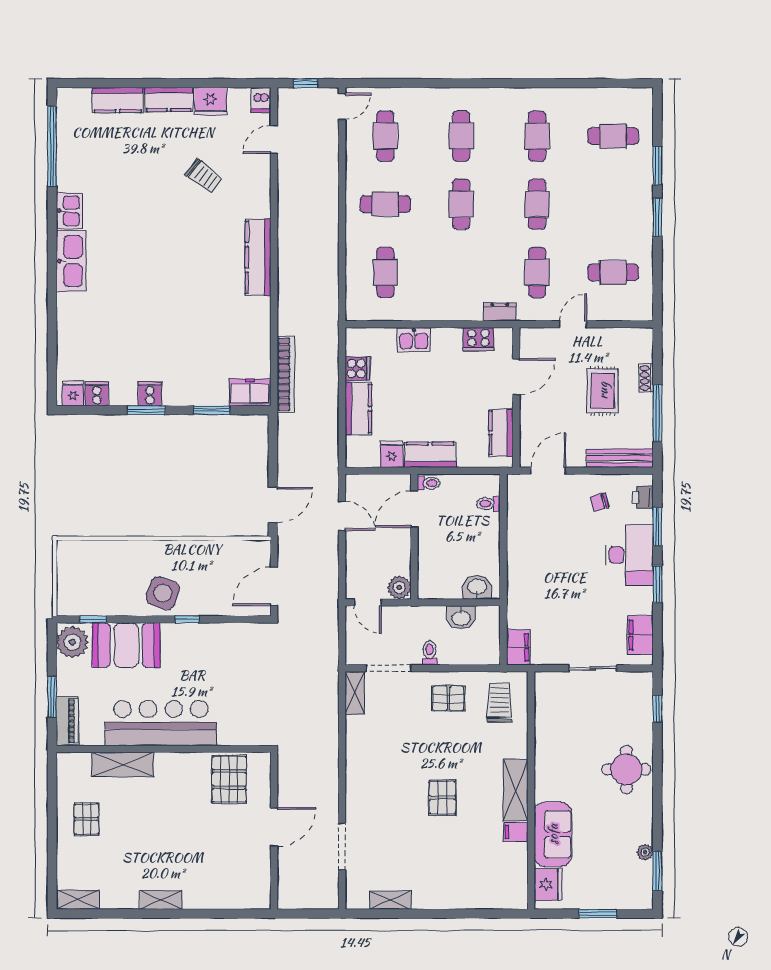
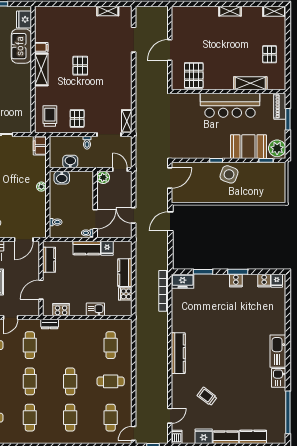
plant: (515, 570) -> (41, 187), added
pallet: (448, 698) -> (77, 118), turned 90
trolley: (499, 703) -> (50, 116), turned 180

